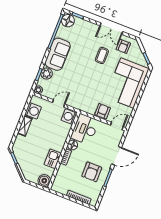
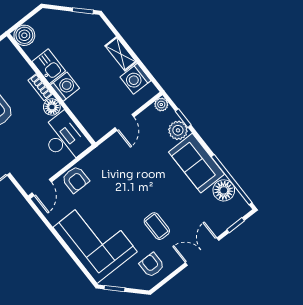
floor lamp: (68, 21) -> (224, 190), moved
double door: (111, 29) -> (202, 252), moved
washing machine: (69, 117) -> (65, 87), moved

